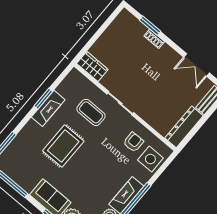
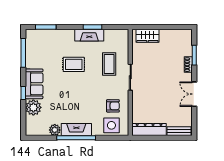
double door: (197, 65) -> (194, 94), moved
wardrobe: (92, 66) -> (147, 36), moved, turned 90
rug: (63, 146) -> (74, 64), width x0.73, depth x0.70

